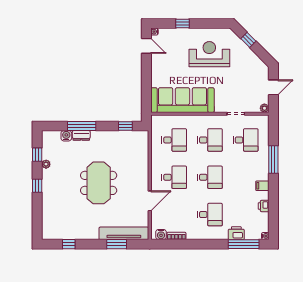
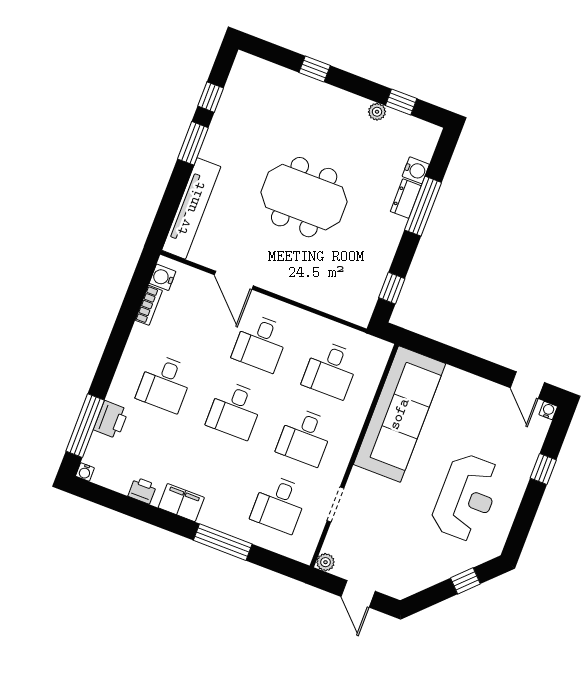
door: (146, 46) -> (527, 385), hinge flipped
window: (37, 186) -> (315, 69), moved
filing cabinet: (262, 186) -> (181, 503), width x2.00
window: (117, 244) -> (193, 143), moved

